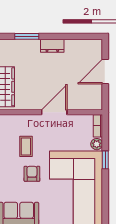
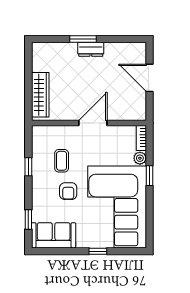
window: (27, 36) -> (83, 39), moved
door: (105, 72) -> (149, 78), hinge flipped
armchair: (32, 174) -> (68, 191), turned 180

